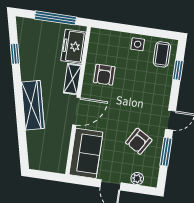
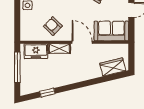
armchair: (104, 75) -> (53, 26), turned -136
wardrobe: (33, 105) -> (113, 67), moved, width x0.67

